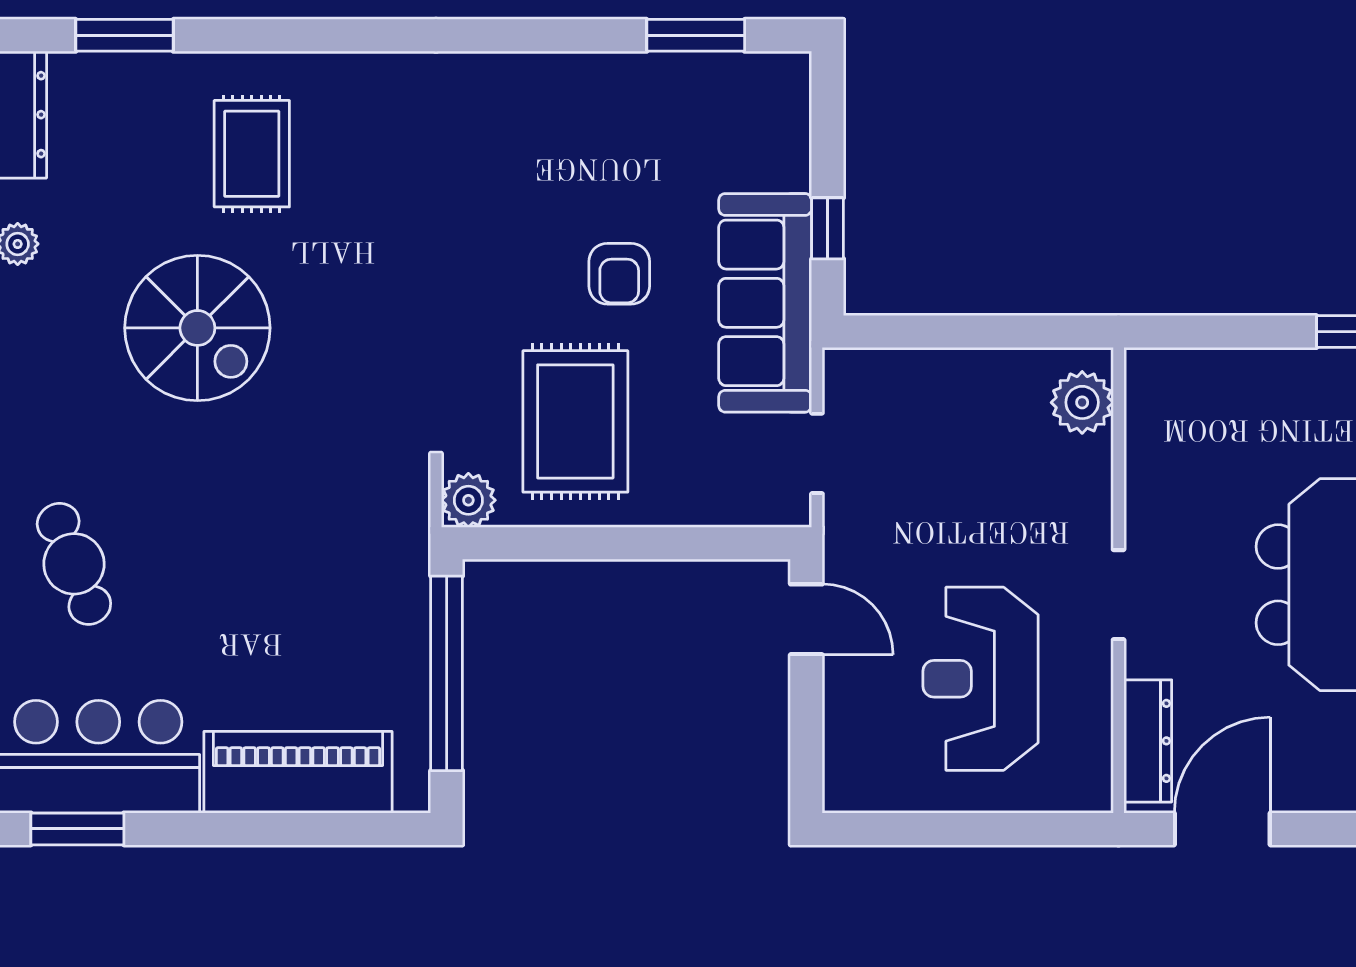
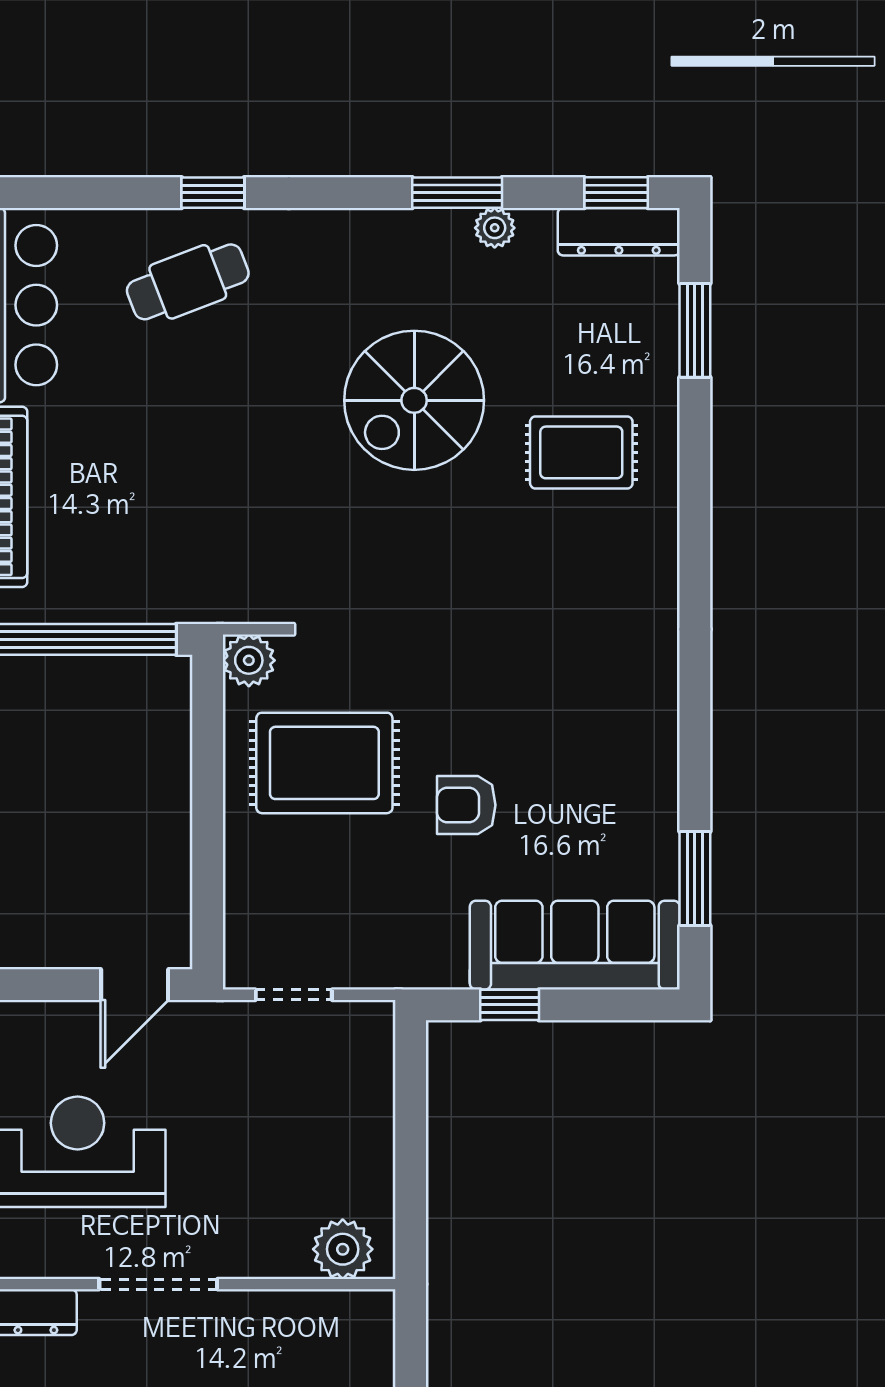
sofa: (765, 303) -> (575, 945), moved
doorway: (1119, 595) -> (158, 1284), width x1.38

